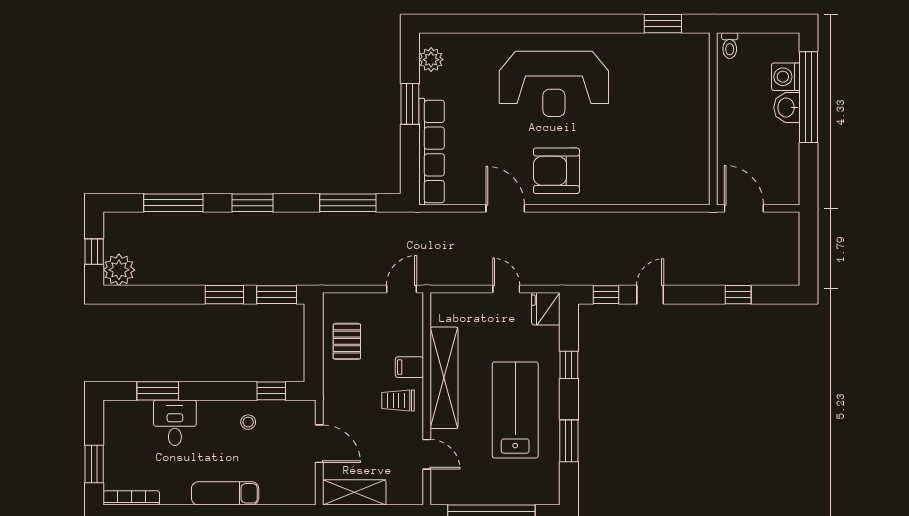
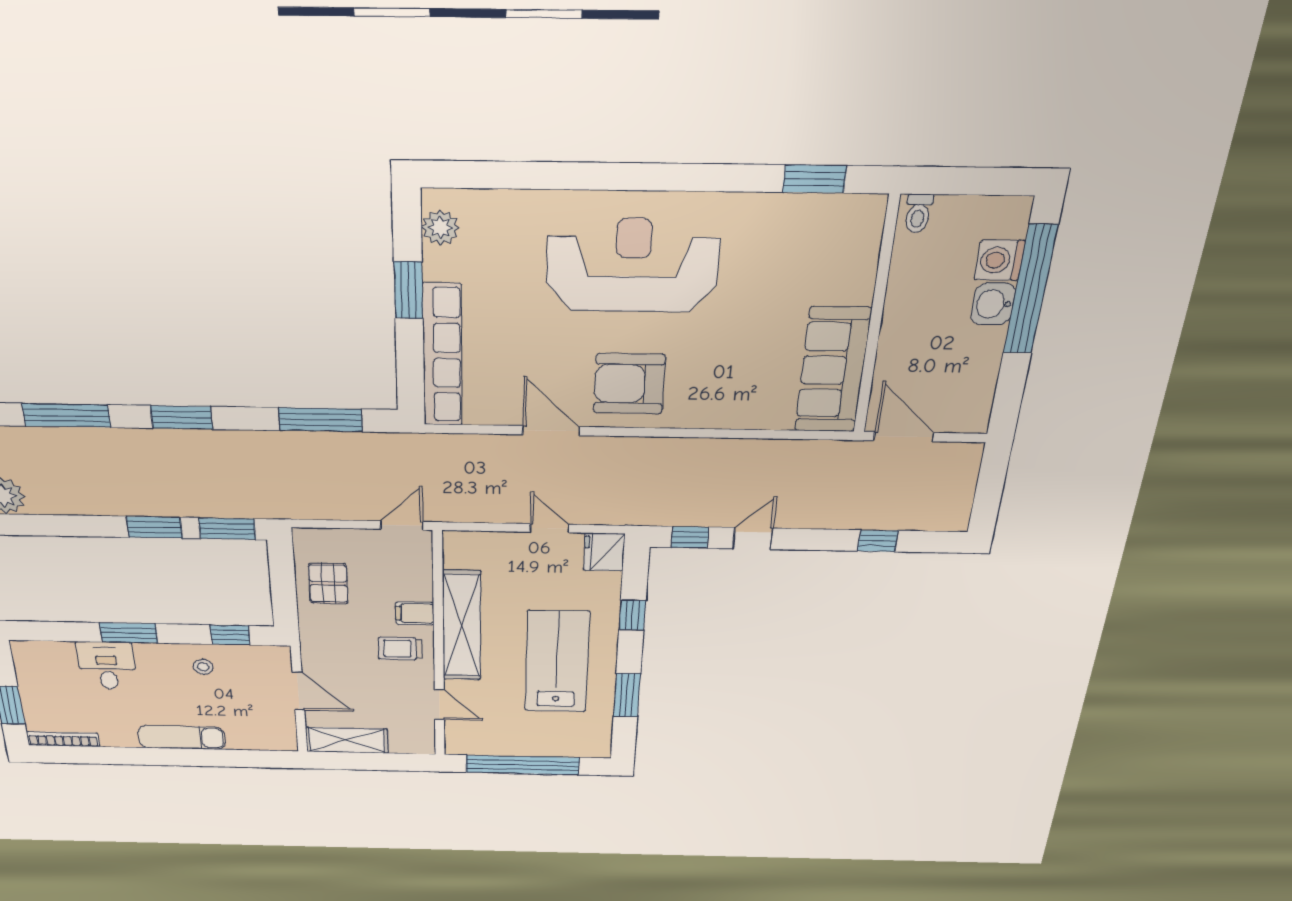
reception desk: (554, 84) -> (632, 265), turned 180
sofa: (690, 158) -> (833, 370), added
window: (158, 391) -> (129, 633), moved

